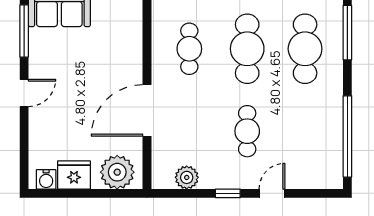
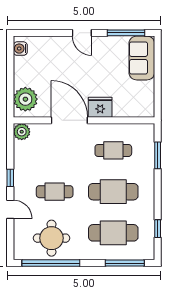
round table: (312, 136) -> (52, 238), added
fridge: (74, 175) -> (100, 107), moved, turned -90
plant: (187, 177) -> (22, 132), moved

